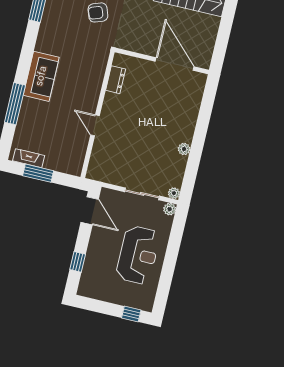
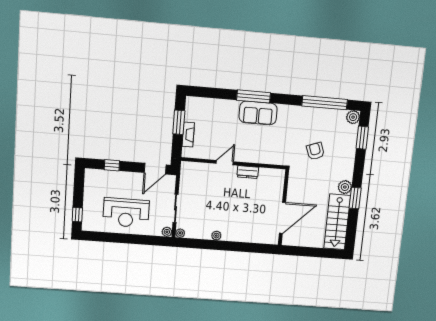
dresser: (116, 80) -> (248, 172), moved
window: (15, 104) -> (254, 96), moved
fireplace: (29, 158) -> (188, 135), moved

